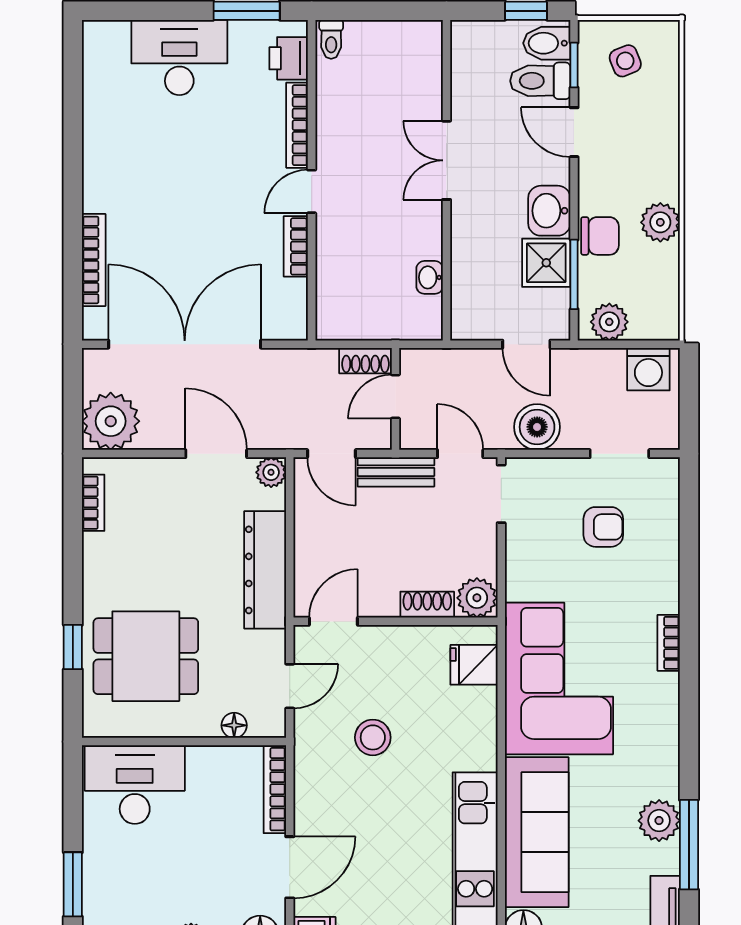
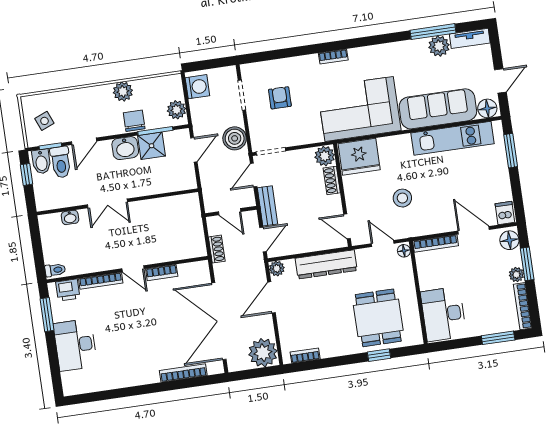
washbasin: (430, 277) -> (70, 217), moved
shoe rack: (366, 361) -> (217, 249), moved
fridge: (474, 665) -> (359, 157), width x1.88, depth x1.34
floor lamp: (234, 725) -> (404, 251), moved
plant: (659, 821) -> (439, 46), moved

